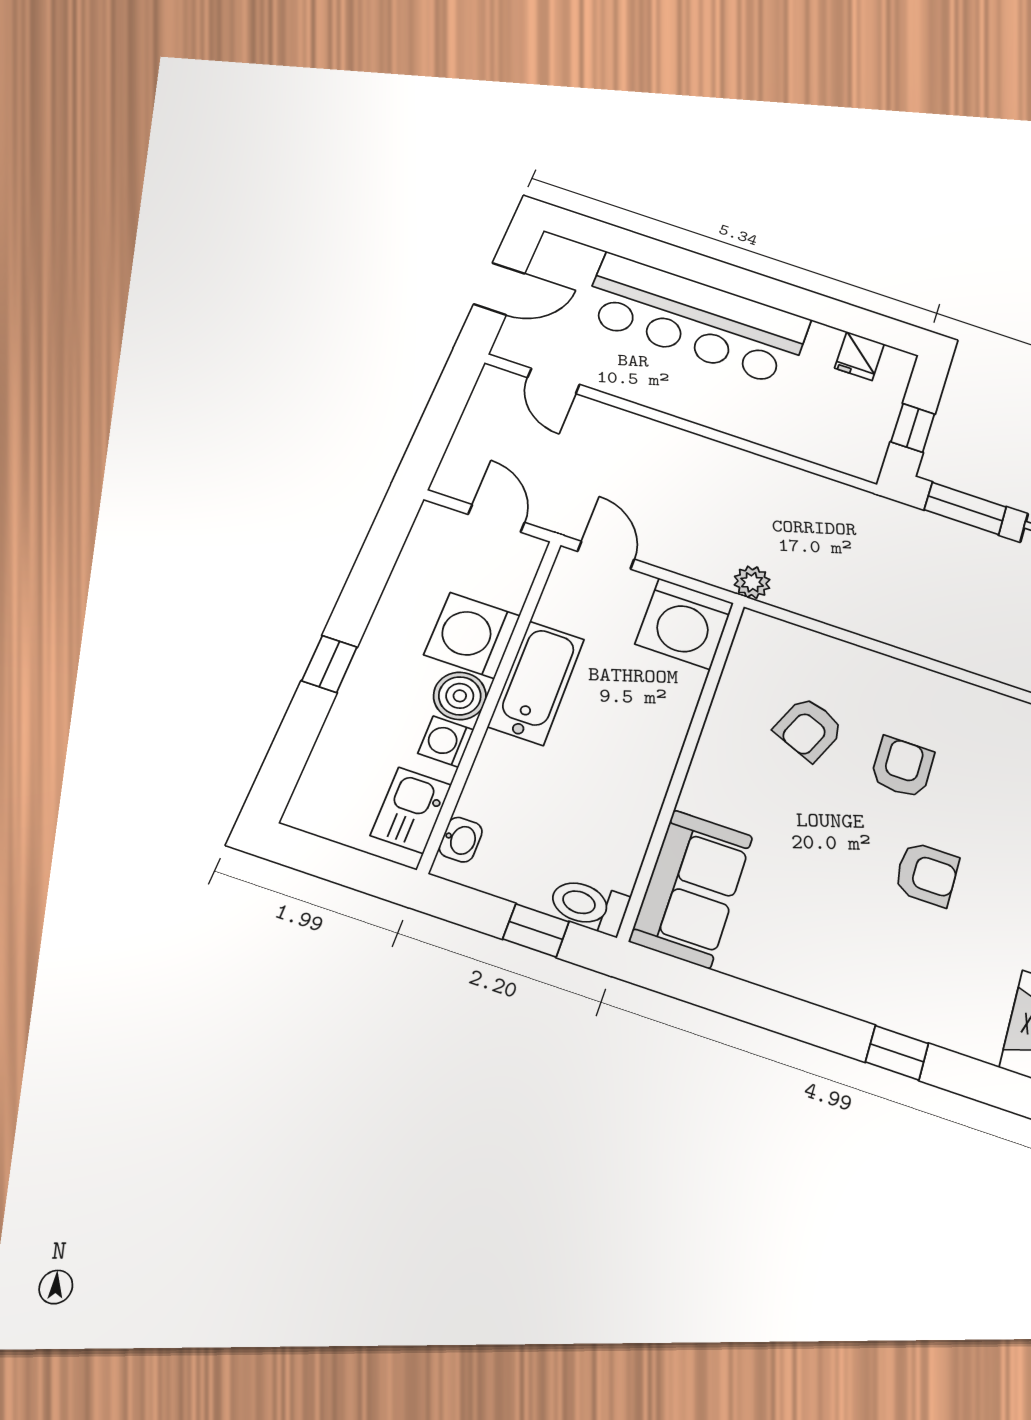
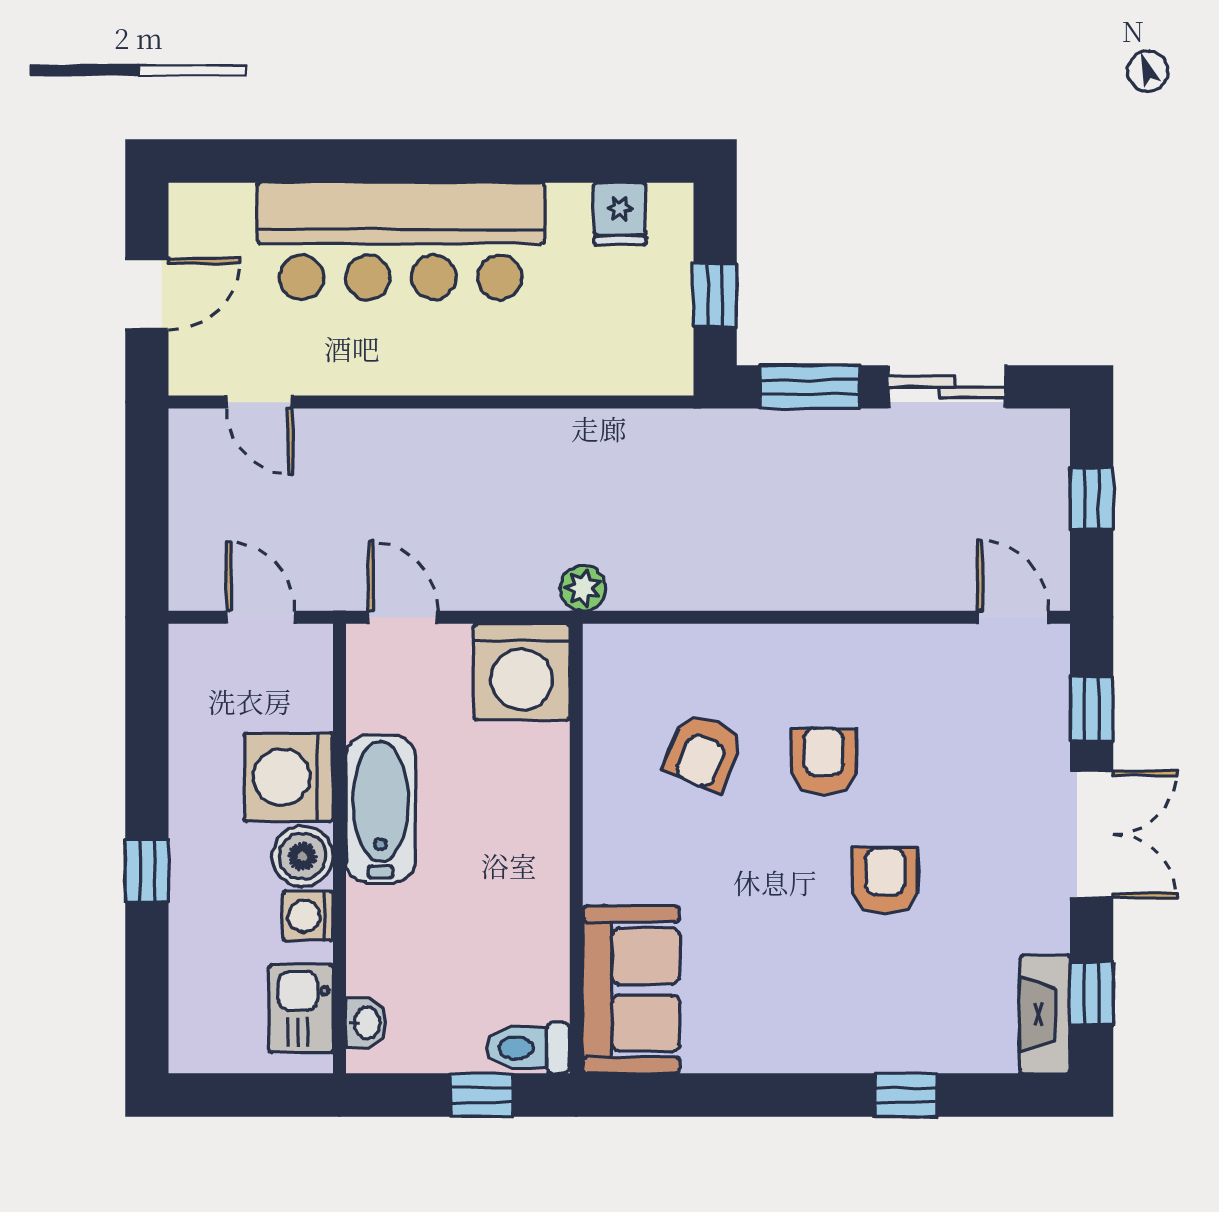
armchair: (927, 874) -> (885, 881), turned -90

